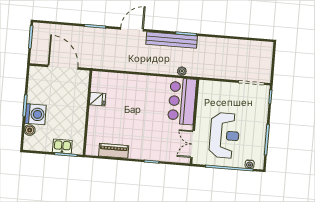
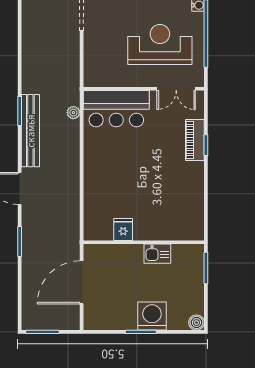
boiler: (30, 130) -> (196, 323), moved
kitchen sink: (62, 146) -> (157, 254), moved, turned -90
piano: (114, 151) -> (195, 140), moved

